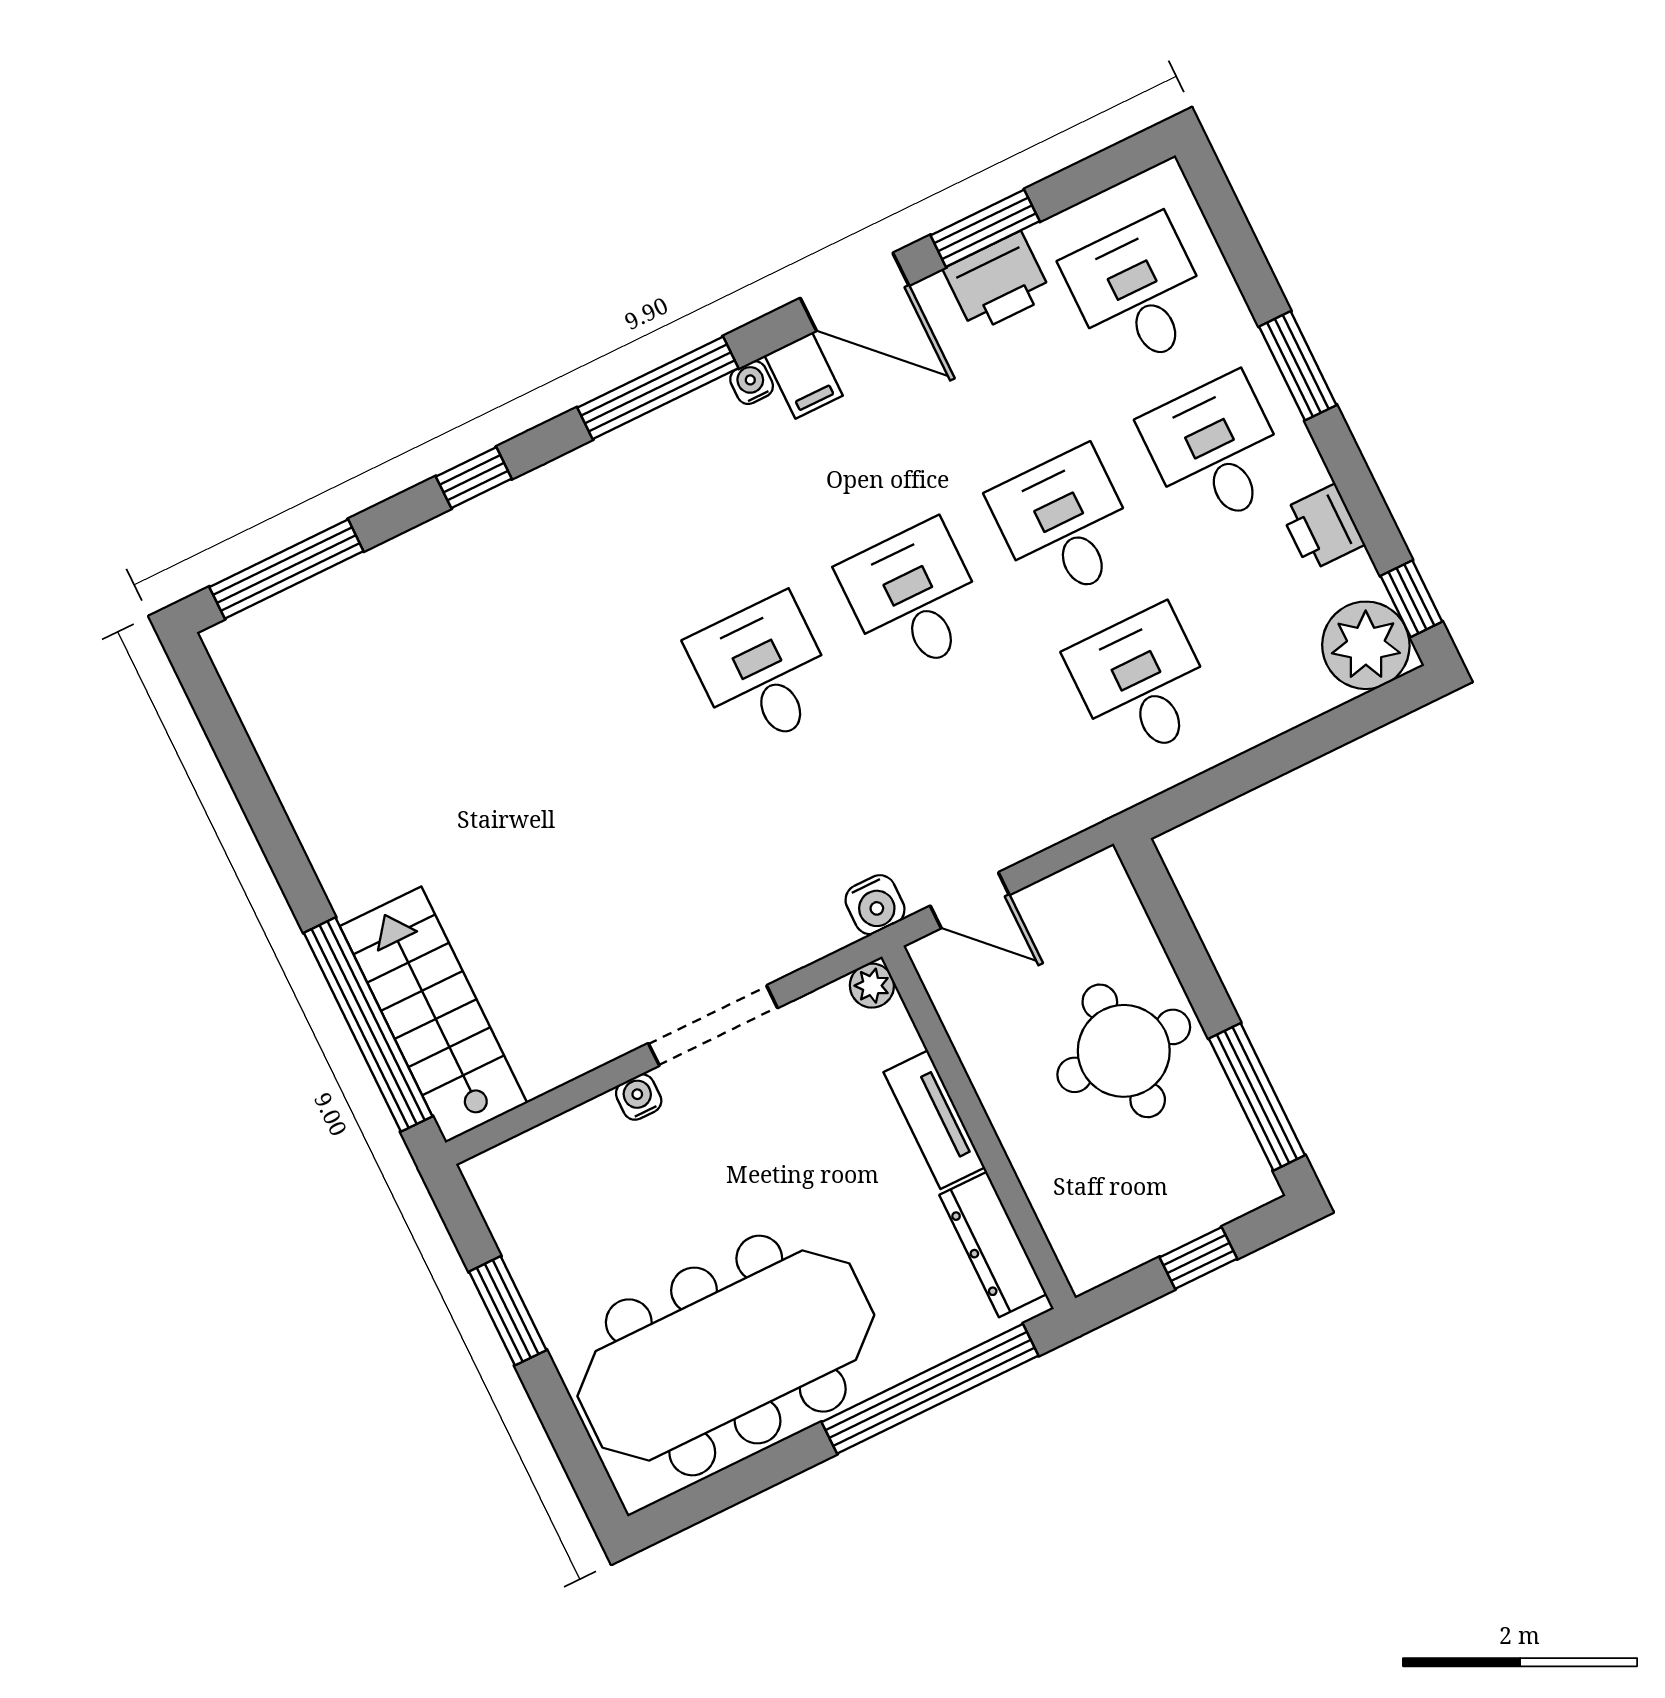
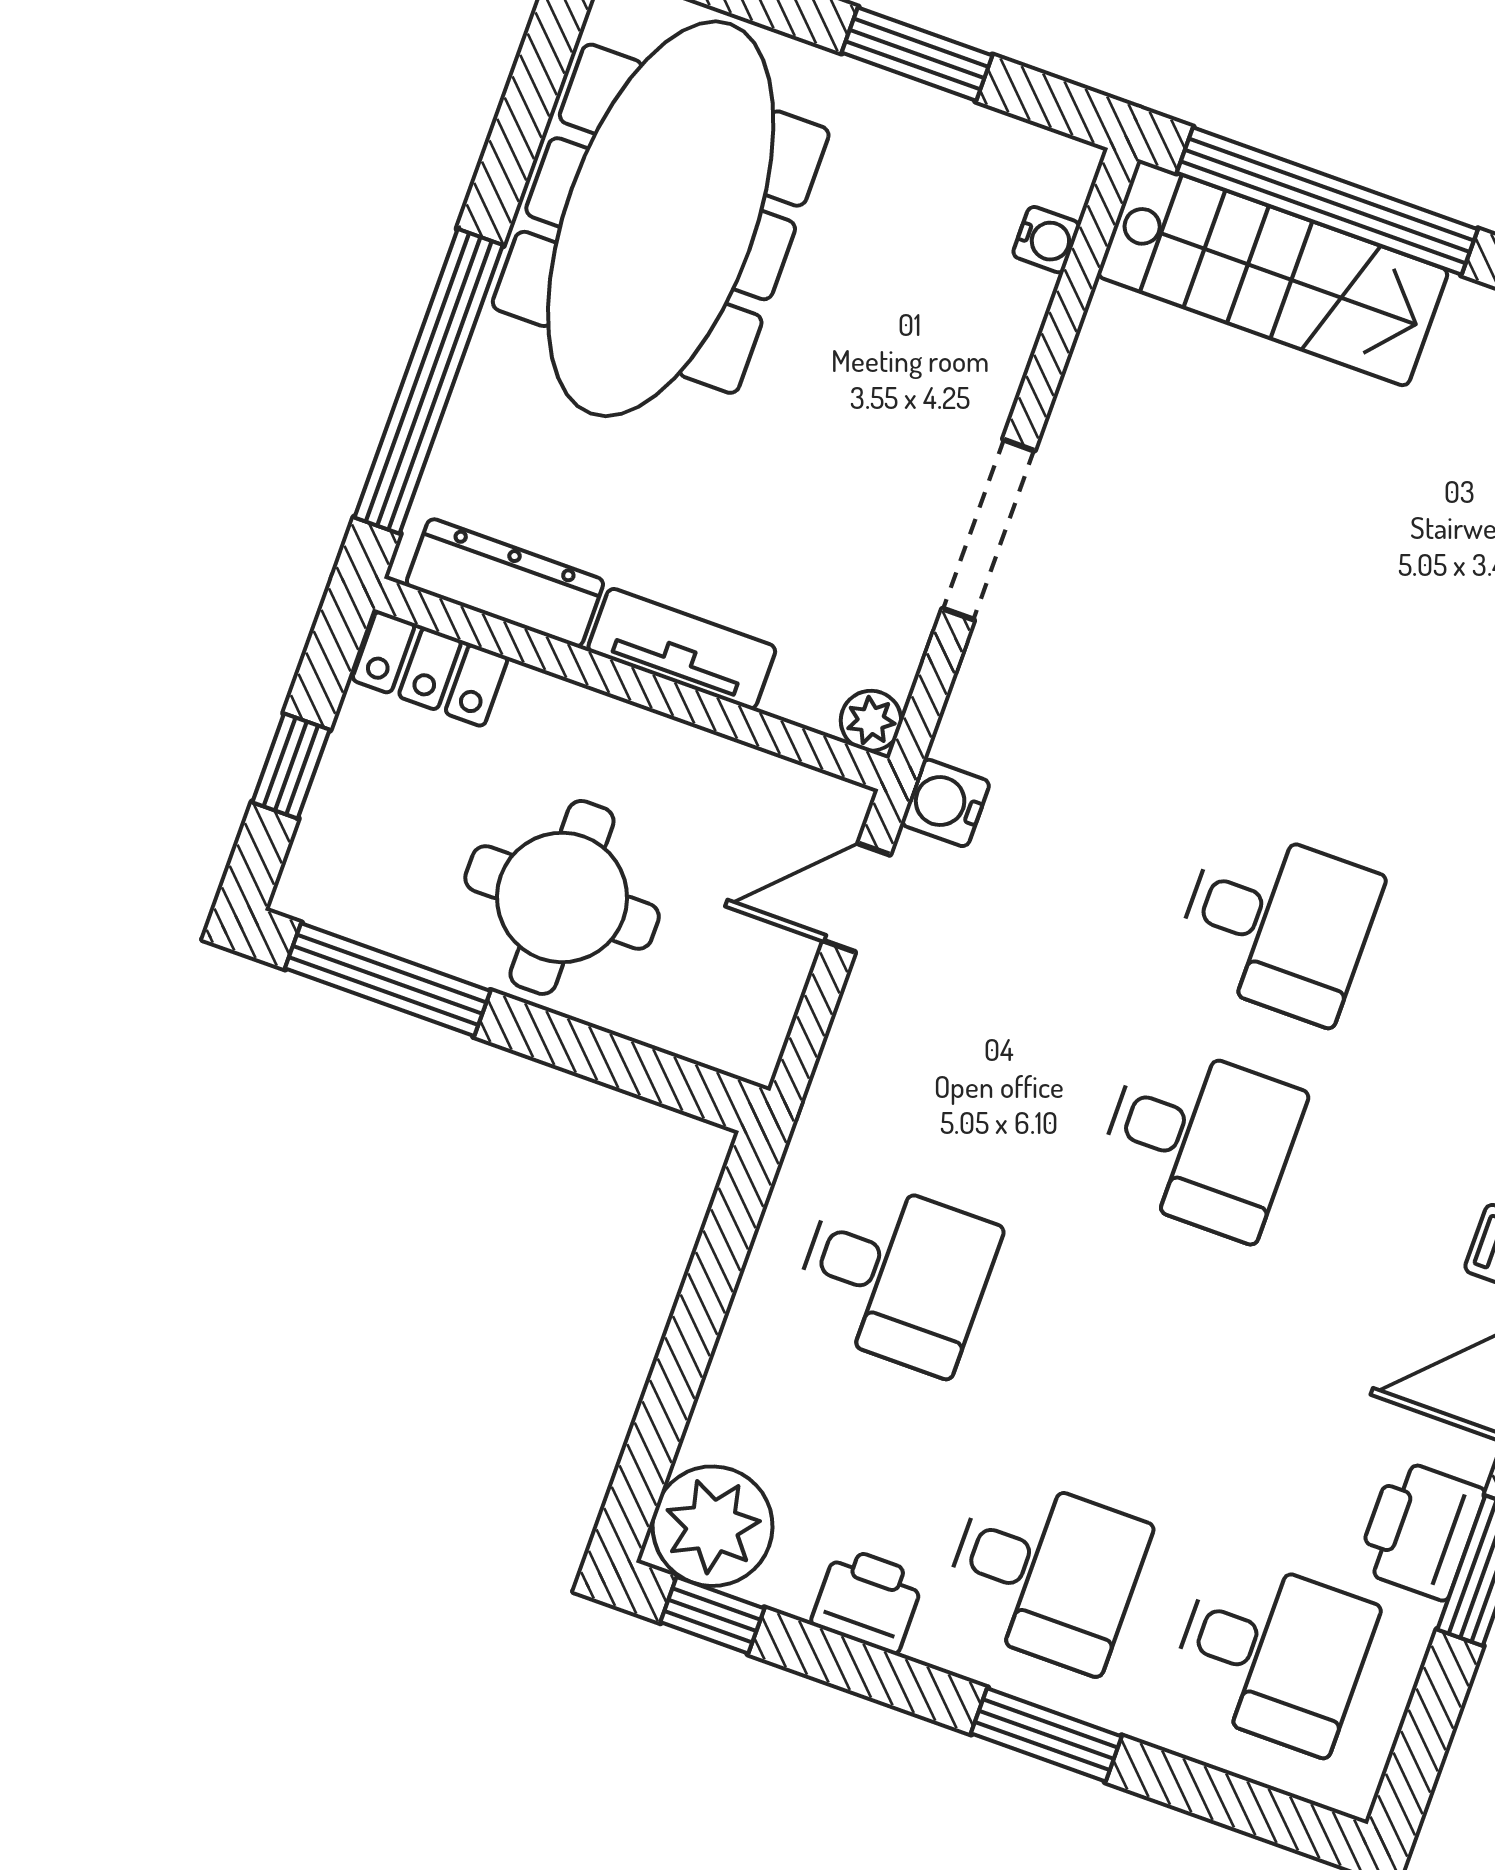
desk: (1065, 525) -> (1122, 1356), removed
water cooler: (639, 1097) -> (1046, 240), moved
locker: (1076, 1238) -> (430, 669), added

